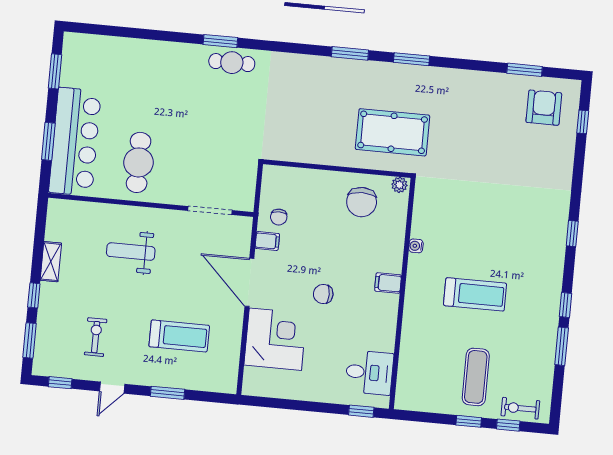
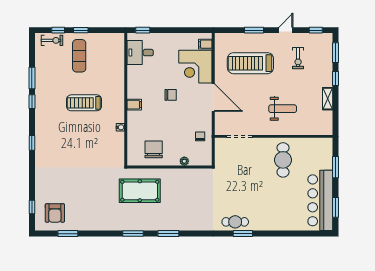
bar counter: (75, 142) -> (320, 200), moved
plant: (399, 185) -> (184, 161), moved
filing cabinet: (267, 241) -> (205, 44), moved
treadmill: (179, 336) -> (250, 63), width x1.37, depth x1.37

